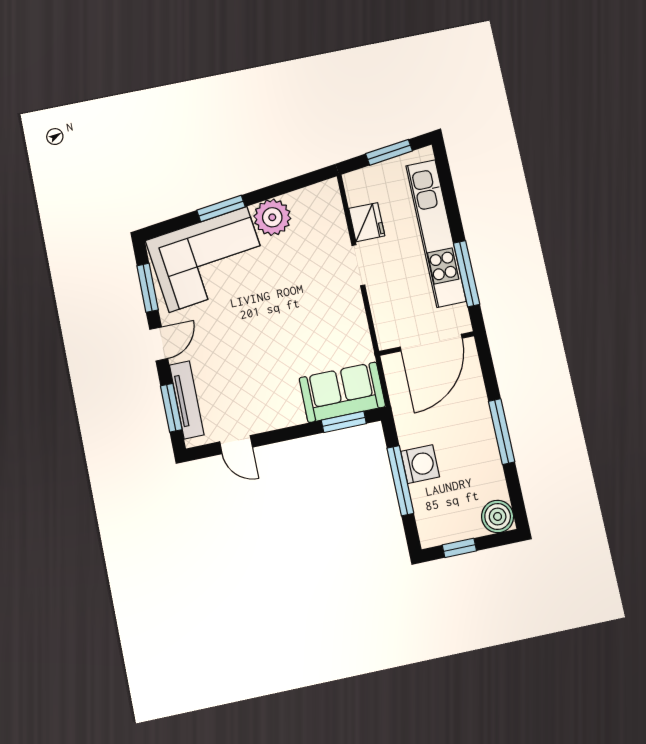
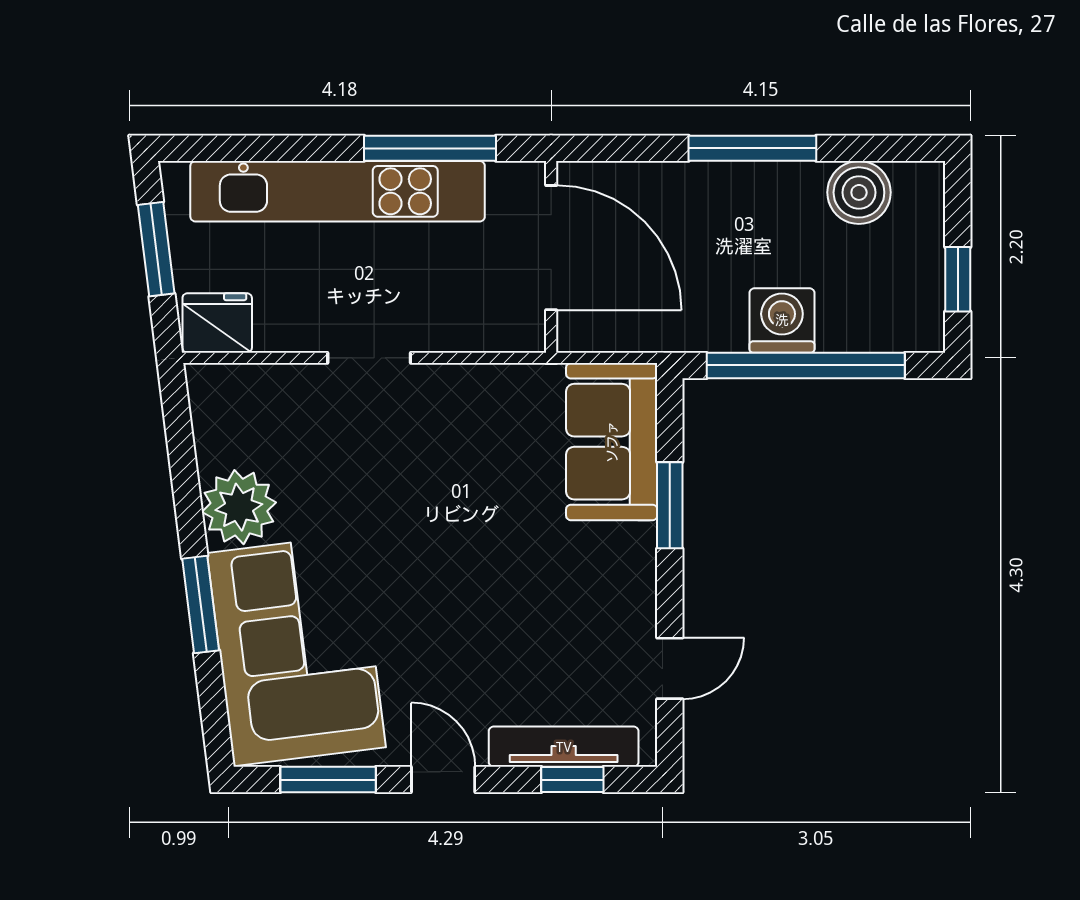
fridge: (367, 222) -> (217, 323), moved
window: (171, 408) -> (572, 780), width x0.67
window: (344, 422) -> (670, 505), moved
window: (400, 481) -> (806, 365), width x1.46
boiler: (498, 516) -> (859, 192), moved

